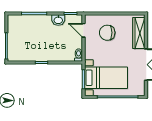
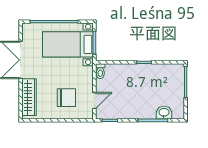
washbasin: (58, 20) -> (164, 113), moved
door: (83, 30) -> (94, 101), hinge flipped

